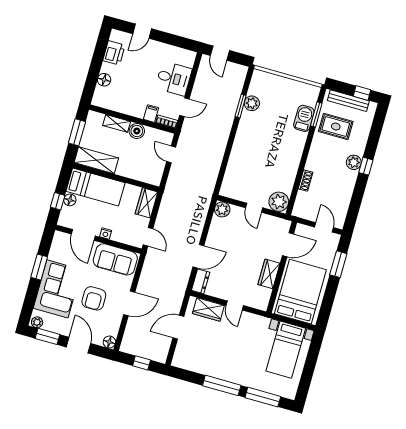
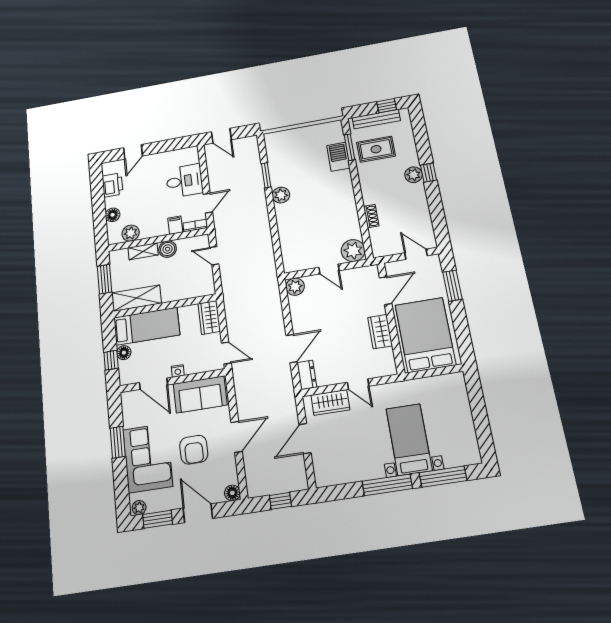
plant: (113, 103) -> (131, 233), added
plant: (252, 103) -> (281, 195), moved
bed with nightstands: (286, 350) -> (409, 440), moved, turned 180

